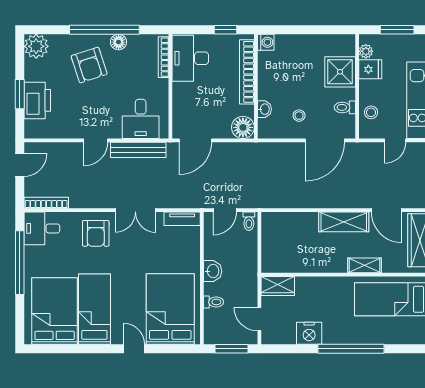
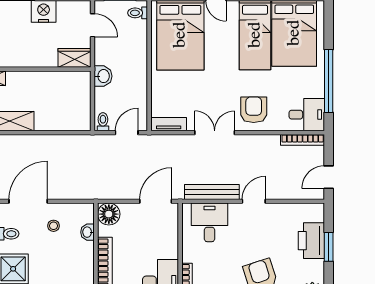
washbasin: (213, 271) -> (103, 76), moved, turned 180
toilet: (214, 302) -> (138, 13), moved

